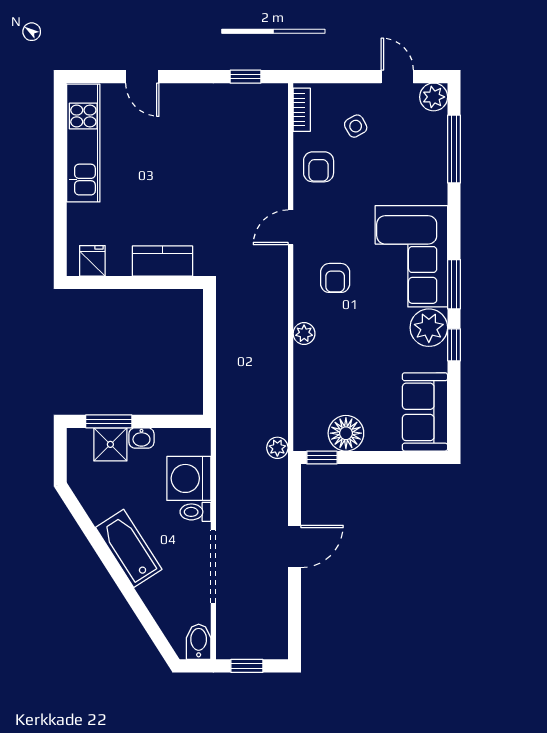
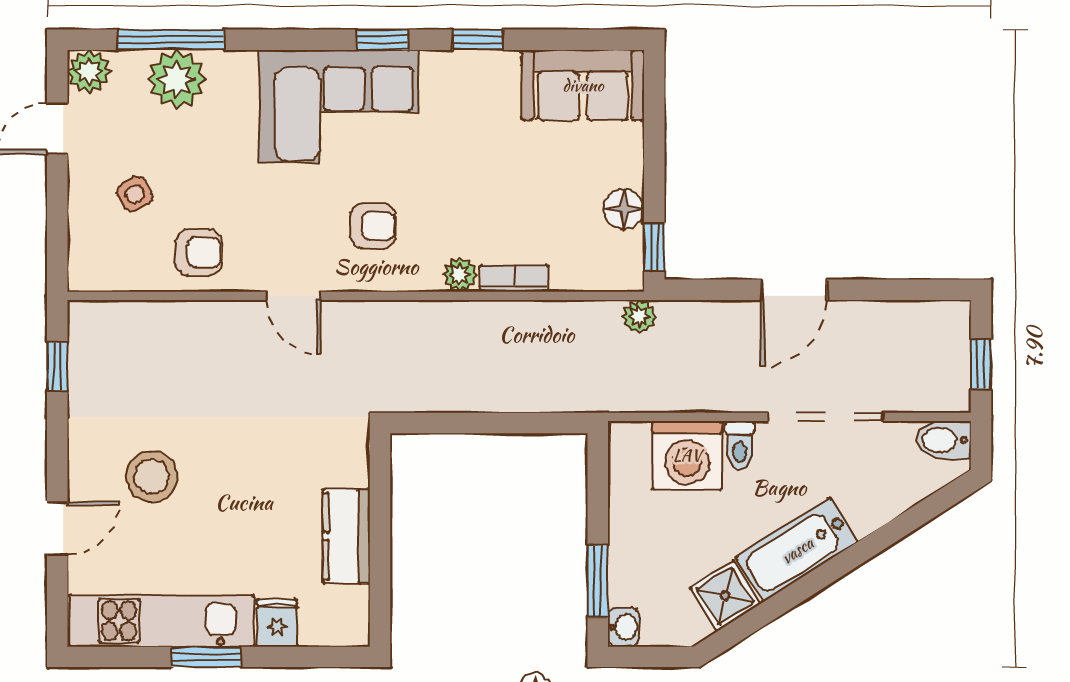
bookcase: (302, 110) -> (514, 278), moved
stool: (175, 137) -> (152, 477), added
window: (60, 172) -> (206, 657), added
fridge: (92, 261) -> (277, 623), moved, turned 90
kitchen counter: (162, 261) -> (346, 536), moved
window: (454, 284) -> (383, 40), width x0.67
plant: (429, 328) -> (177, 79), moved
floor lamp: (346, 433) -> (624, 209), width x0.73, depth x0.73
washbasin: (141, 438) -> (624, 627), moved
shower: (110, 444) -> (725, 596), moved, turned -33
door: (294, 546) -> (794, 290), swing flipped

